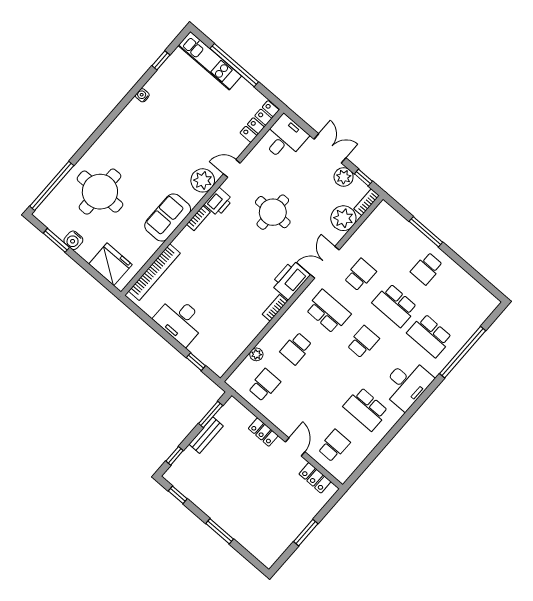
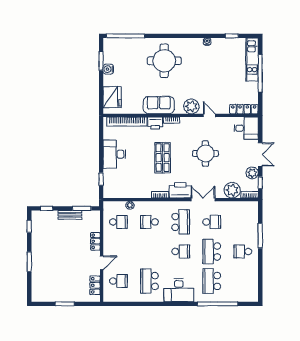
round table: (100, 192) -> (164, 61), moved
printer: (218, 202) -> (155, 123), moved
shop shelf: (234, 267) -> (163, 158), added

